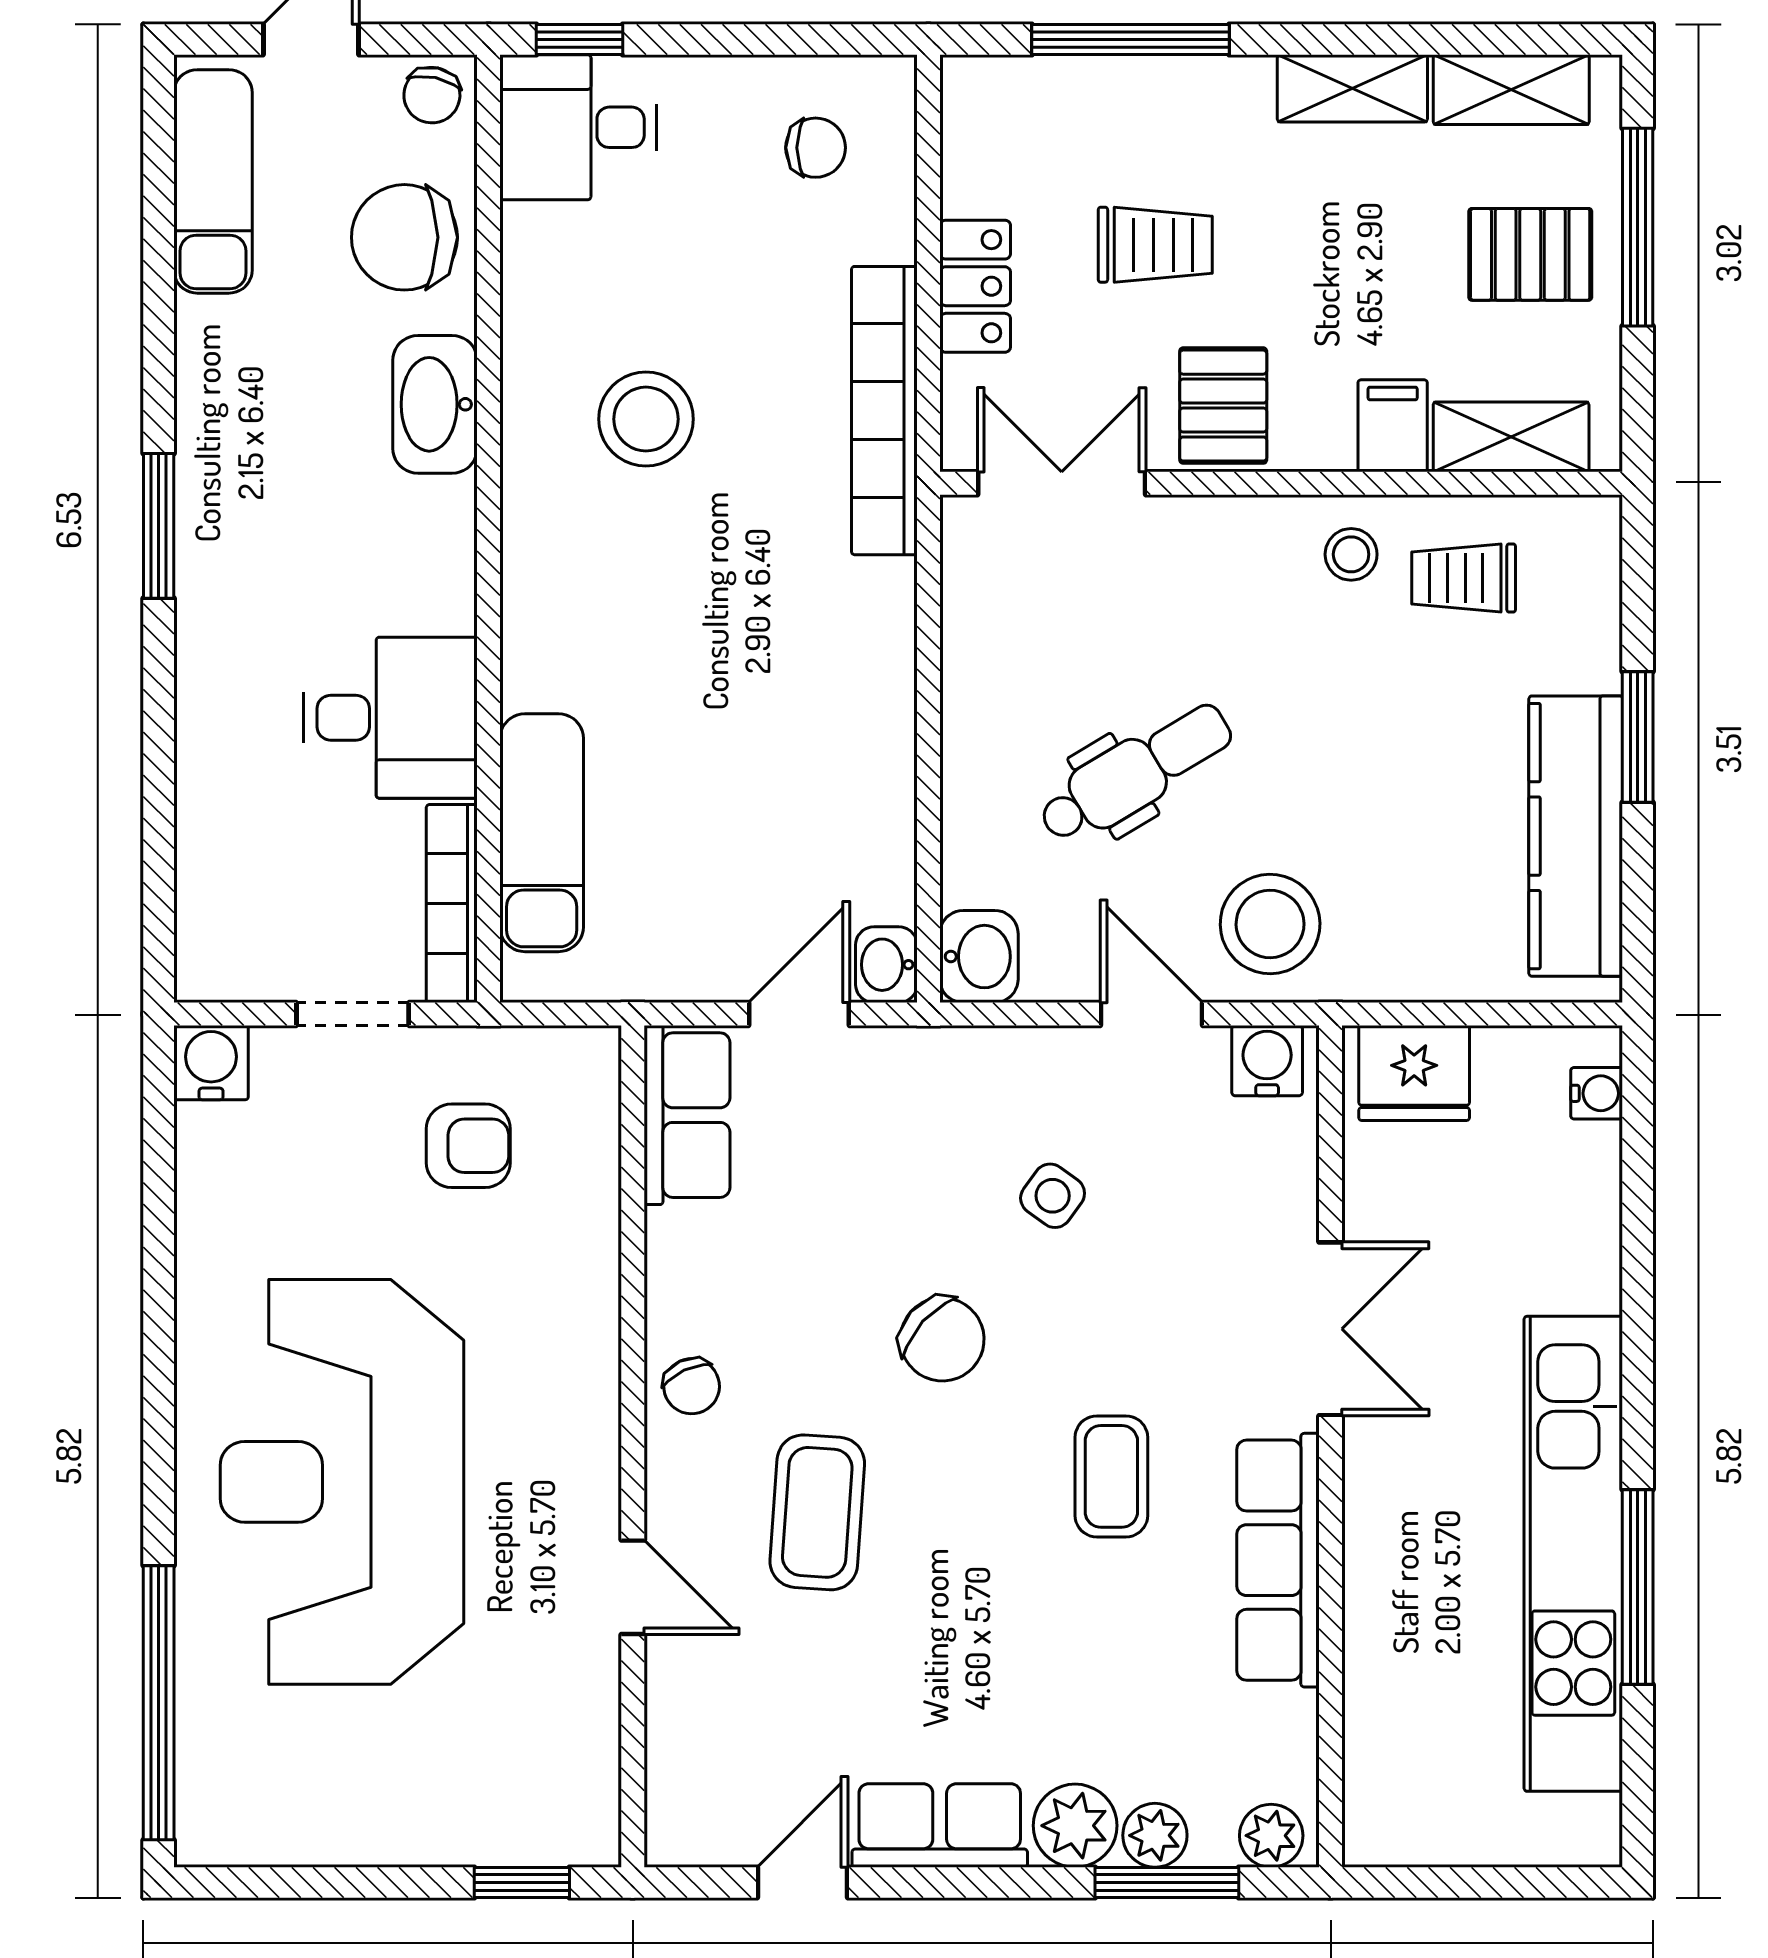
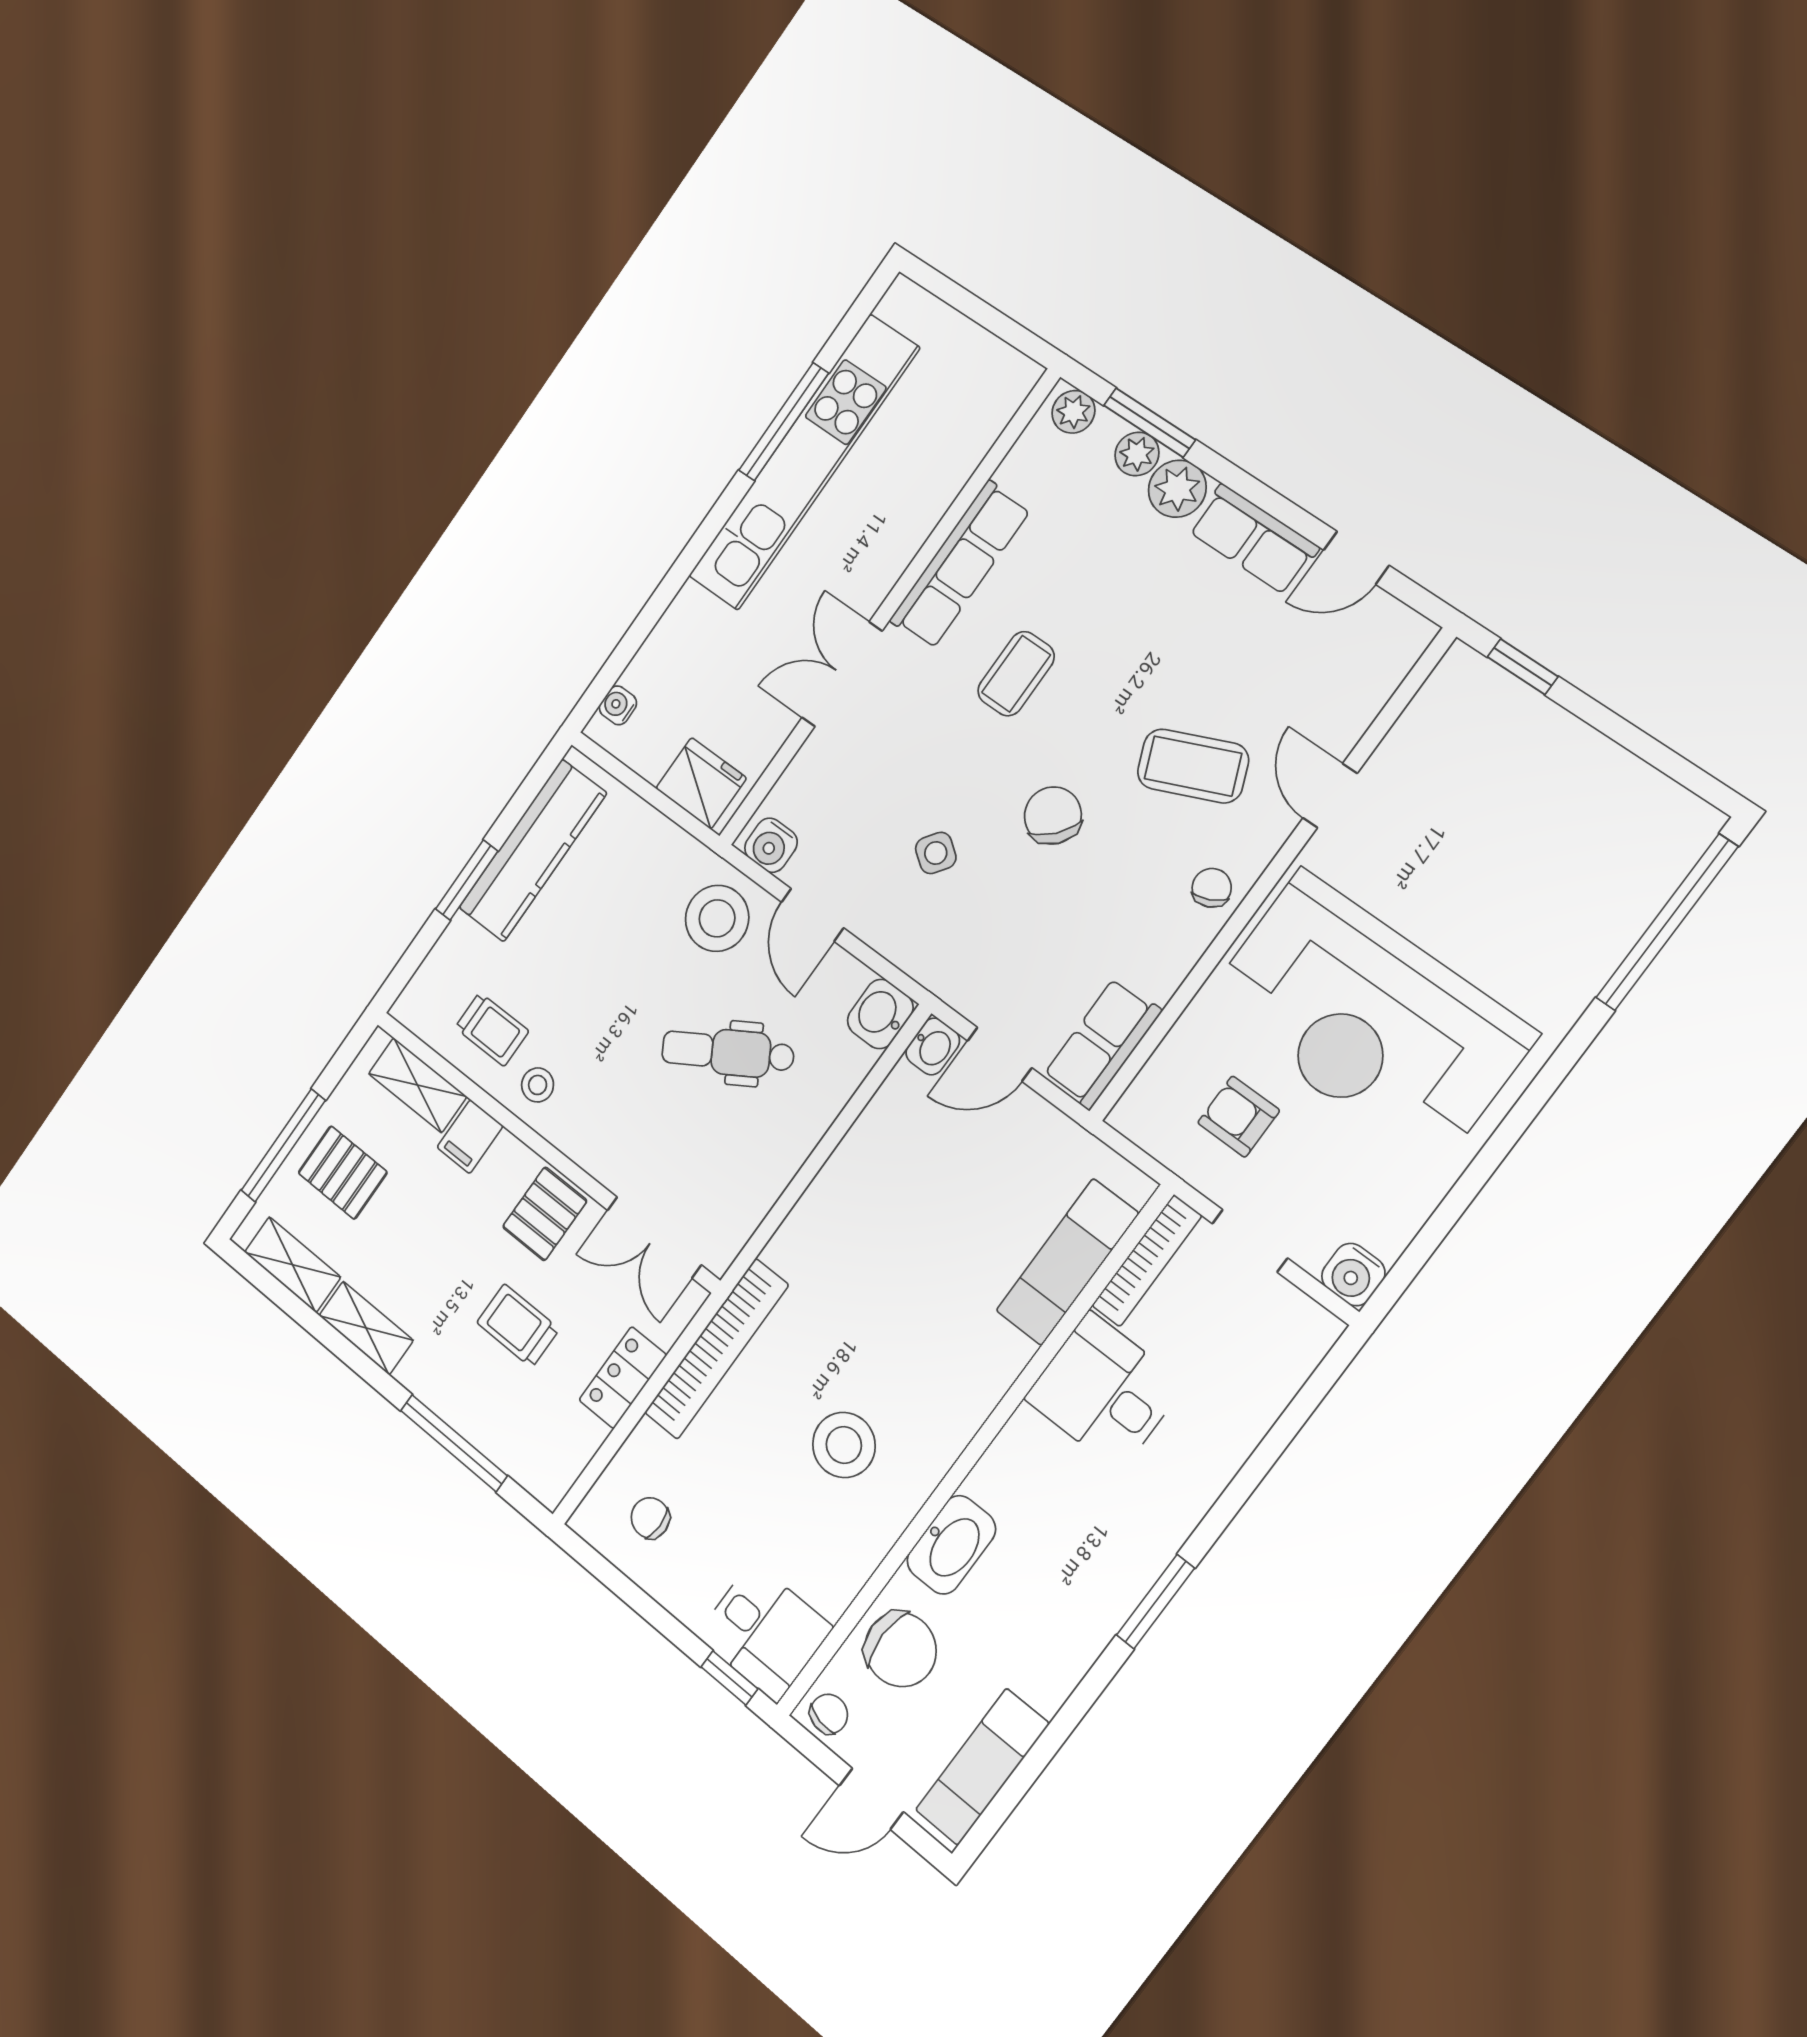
reception desk: (342, 1482) -> (1367, 1019), moved, turned 90
coffee table: (817, 1512) -> (1193, 766), turned 63

